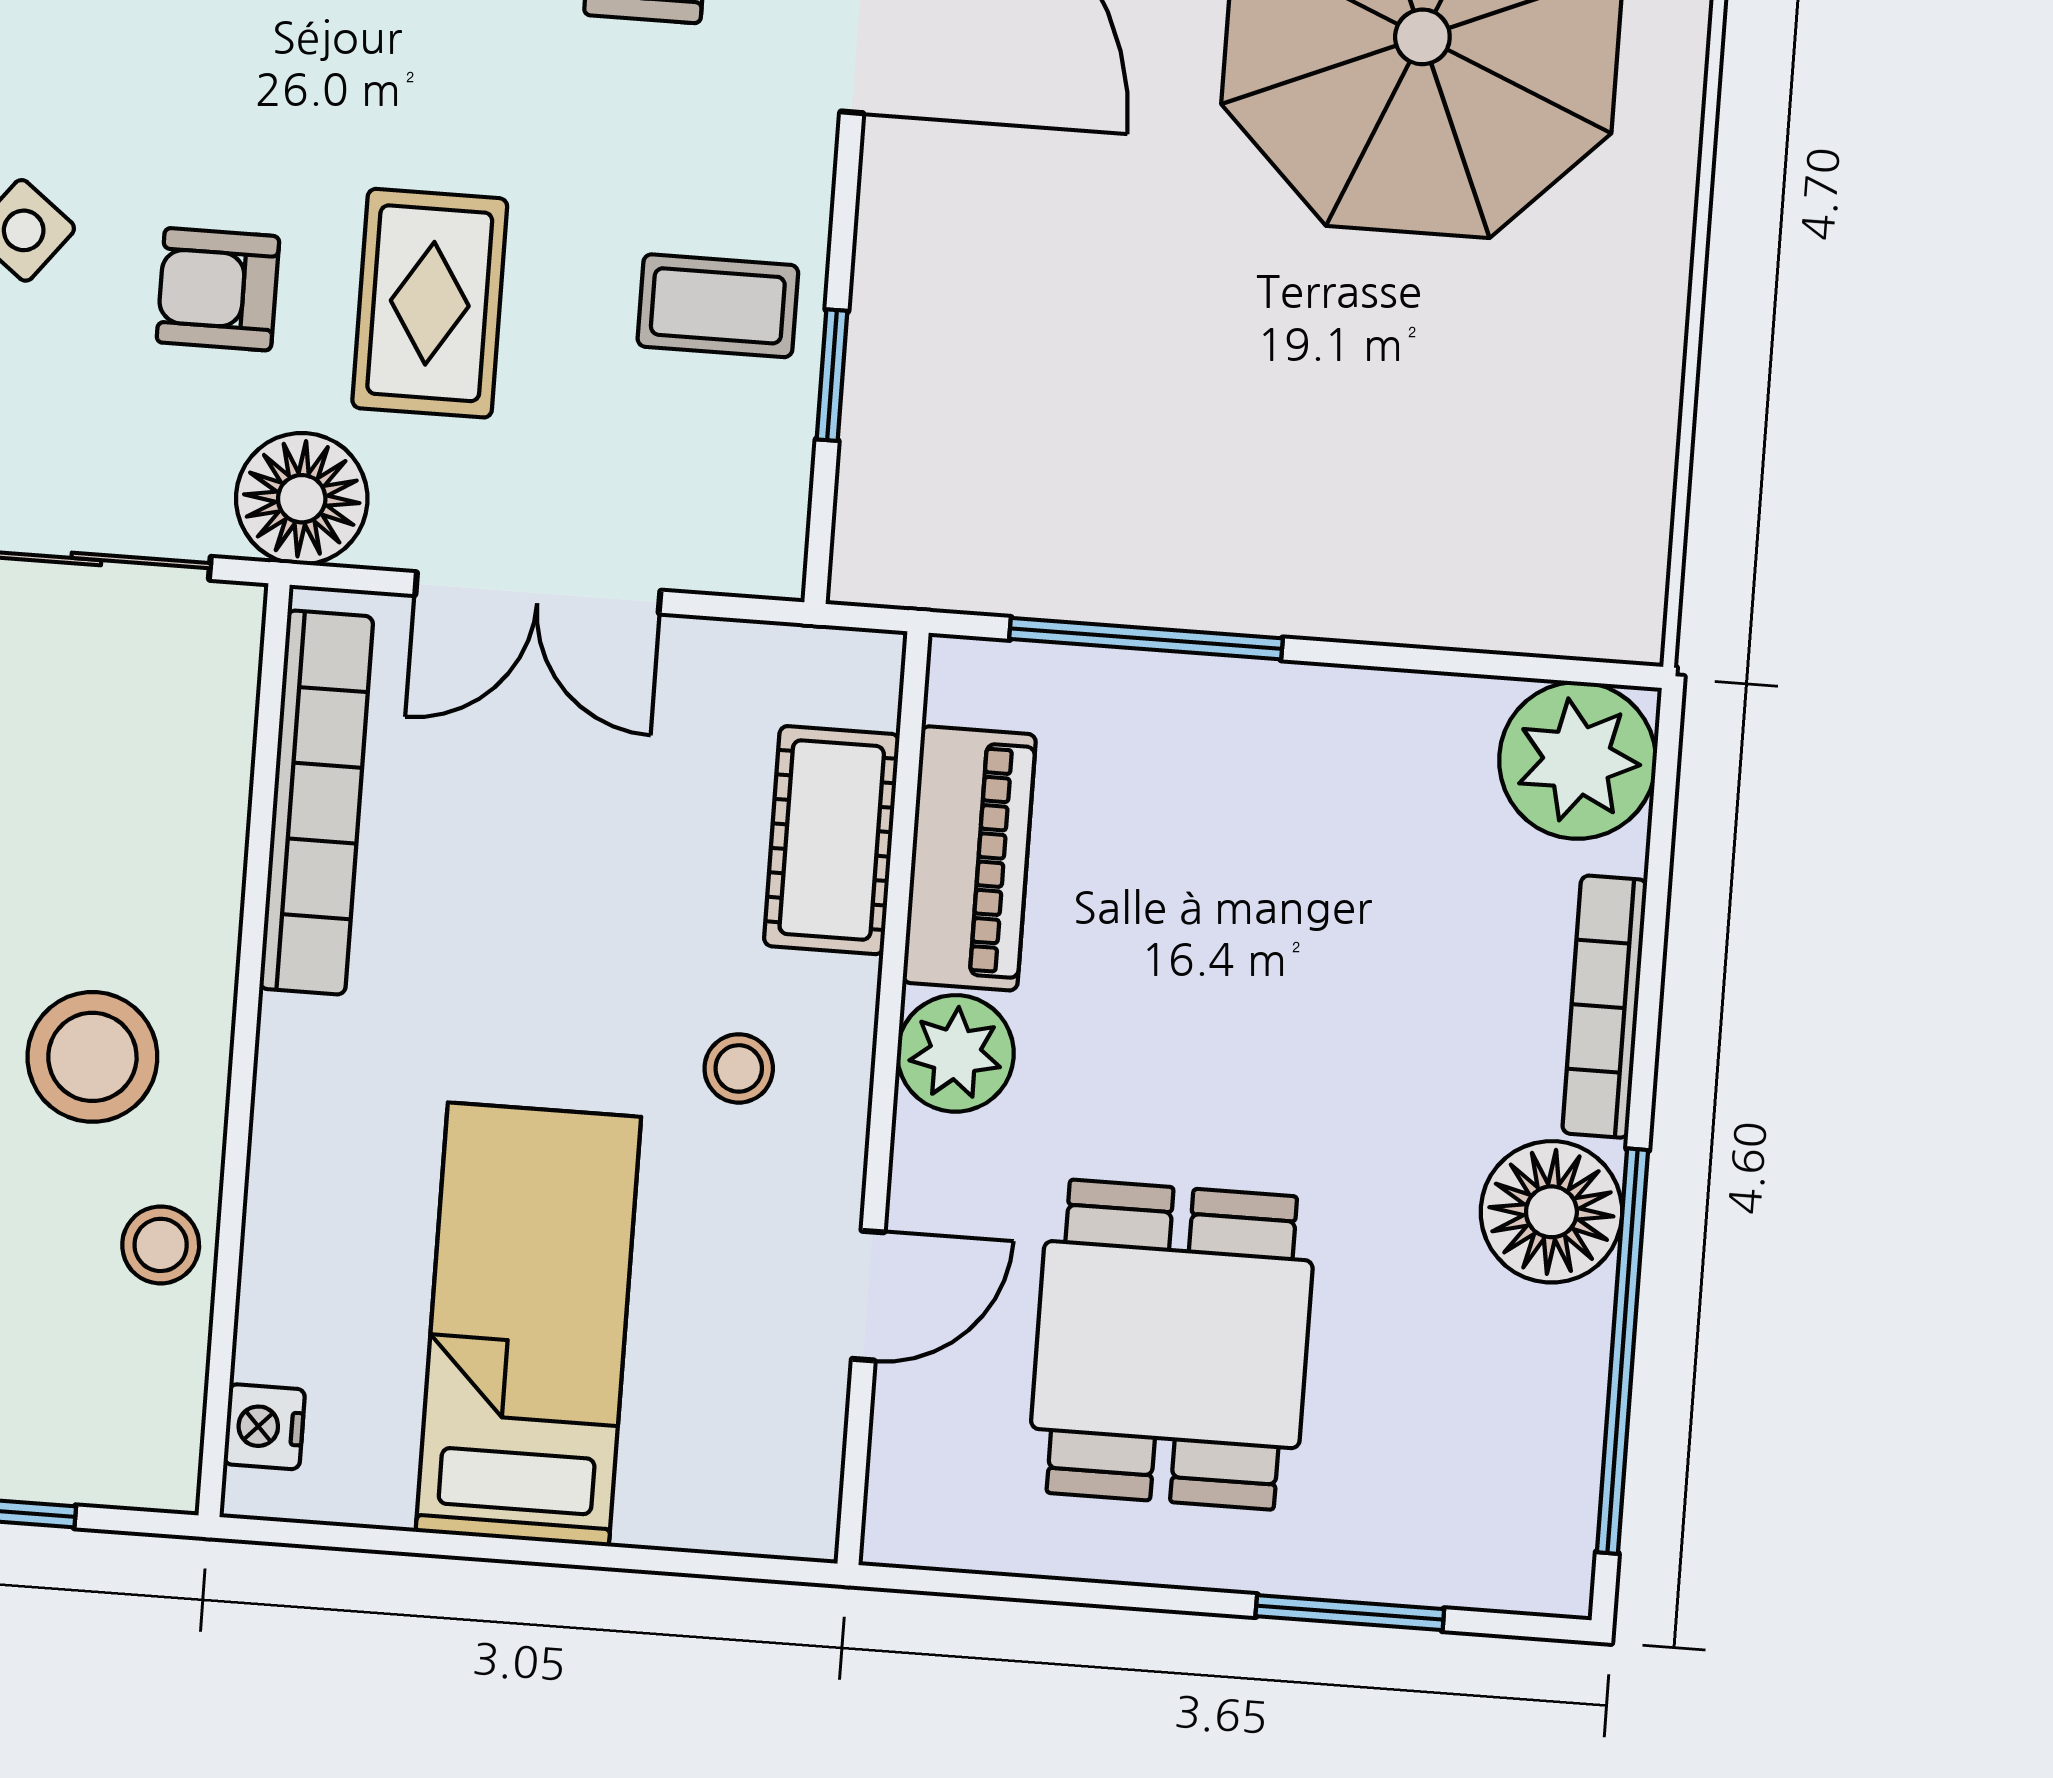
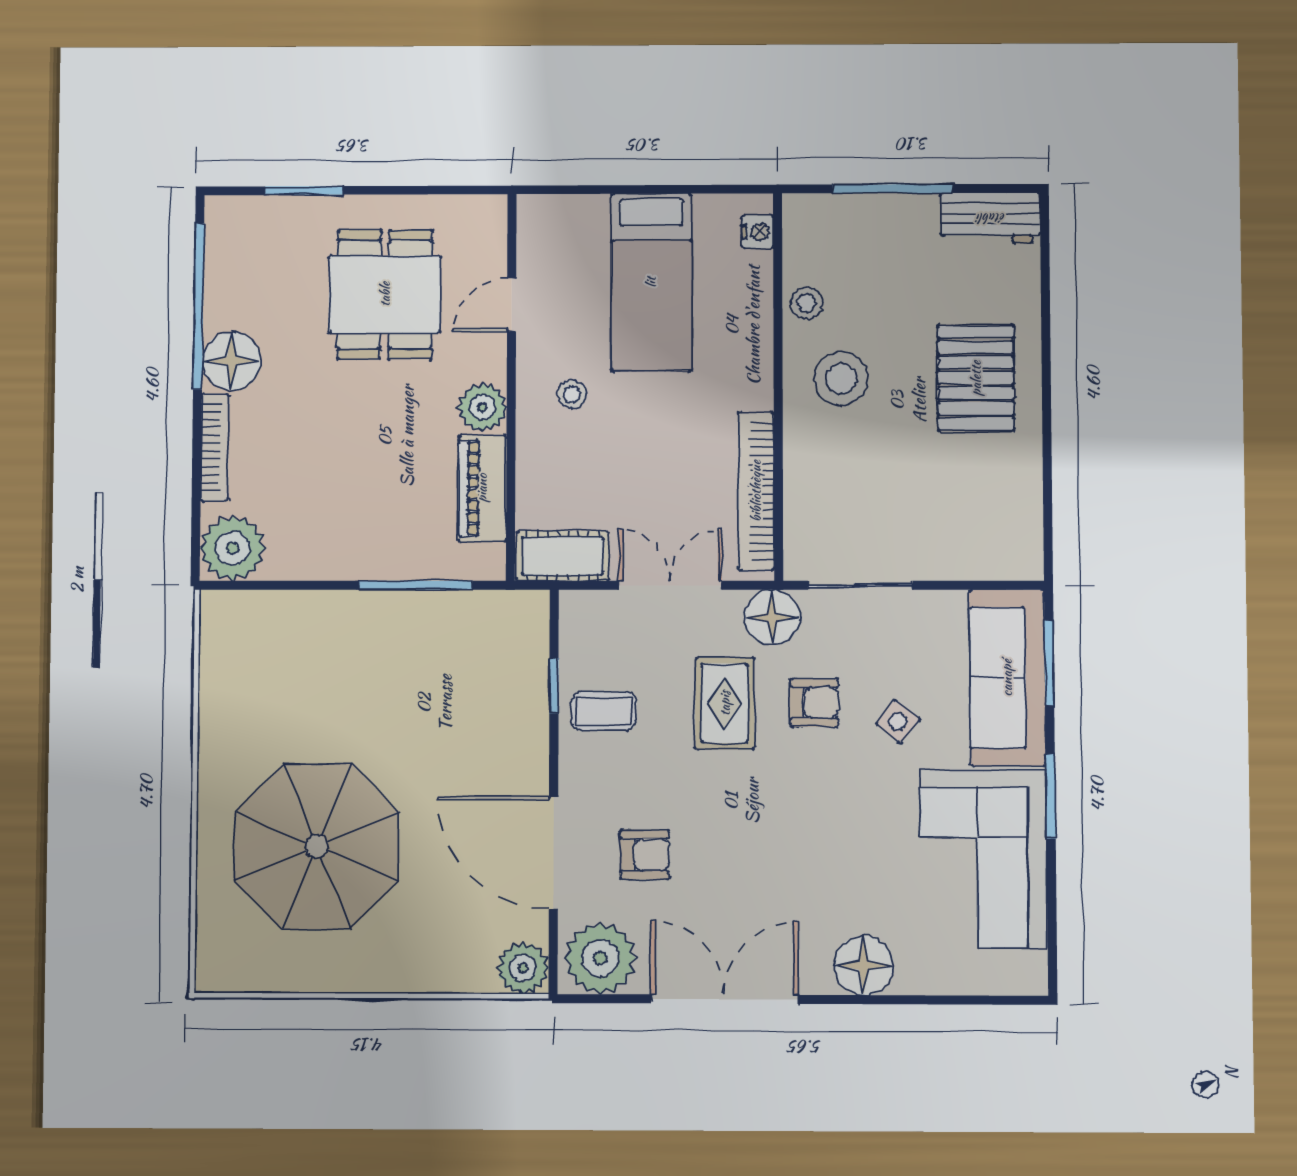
cot: (832, 840) -> (563, 556), moved, turned 90

